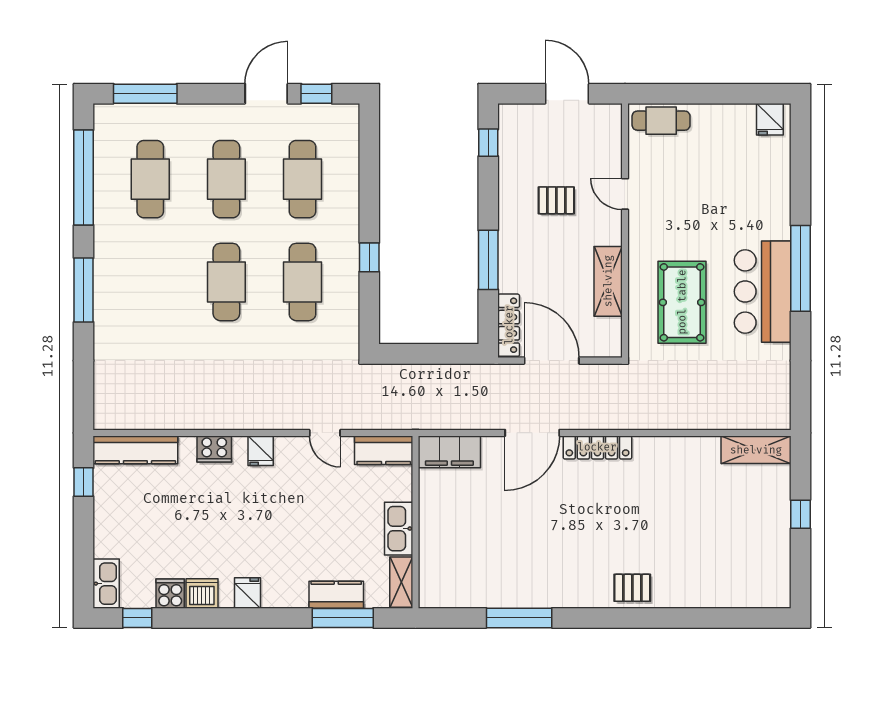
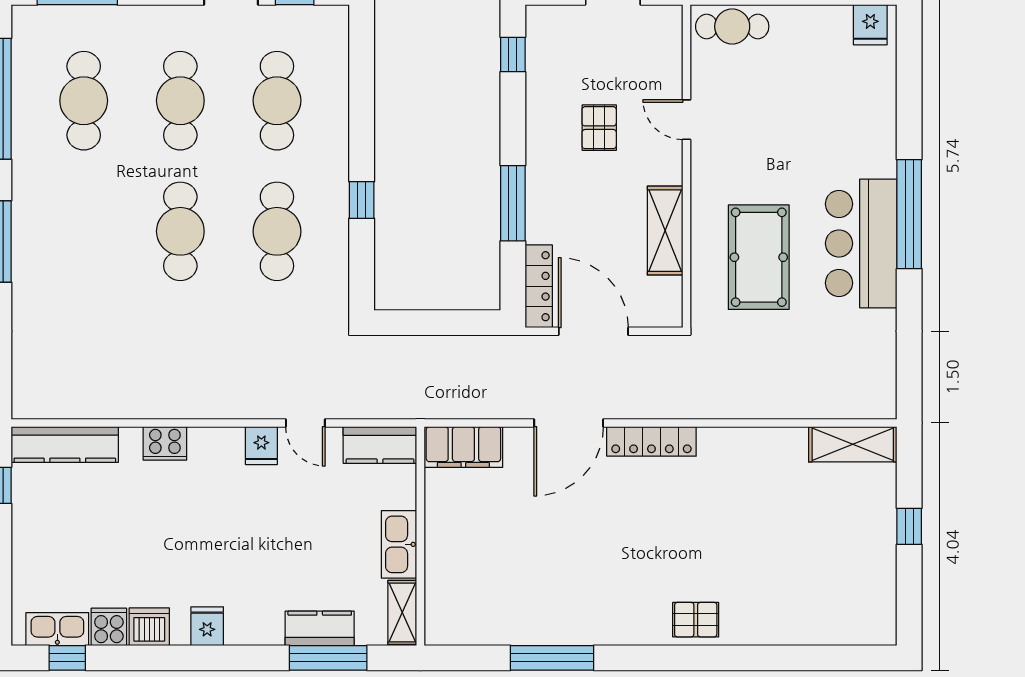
pallet: (556, 200) -> (599, 128), turned 90
fridge: (261, 451) -> (261, 446), moved
kitchen sink: (106, 584) -> (57, 629), moved, turned -90

